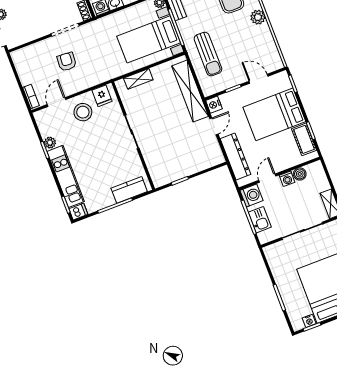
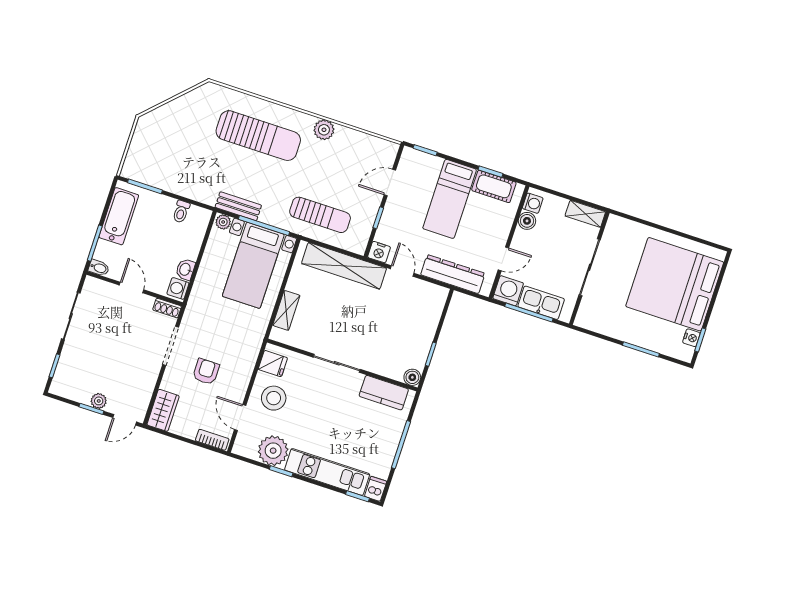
wardrobe: (25, 55) -> (163, 410), added
armchair: (67, 62) -> (206, 372), turned 86
bed: (274, 114) -> (450, 199), width x0.67
plant: (50, 143) -> (273, 451), width x1.88, depth x1.88
door: (267, 178) -> (503, 259), swing flipped
washing machine: (287, 179) -> (533, 203), moved
boiler: (158, 181) -> (412, 377), added
kitchen counter: (129, 190) -> (384, 393), moved, turned -90
kitchen sink: (260, 220) -> (541, 303), width x1.38

